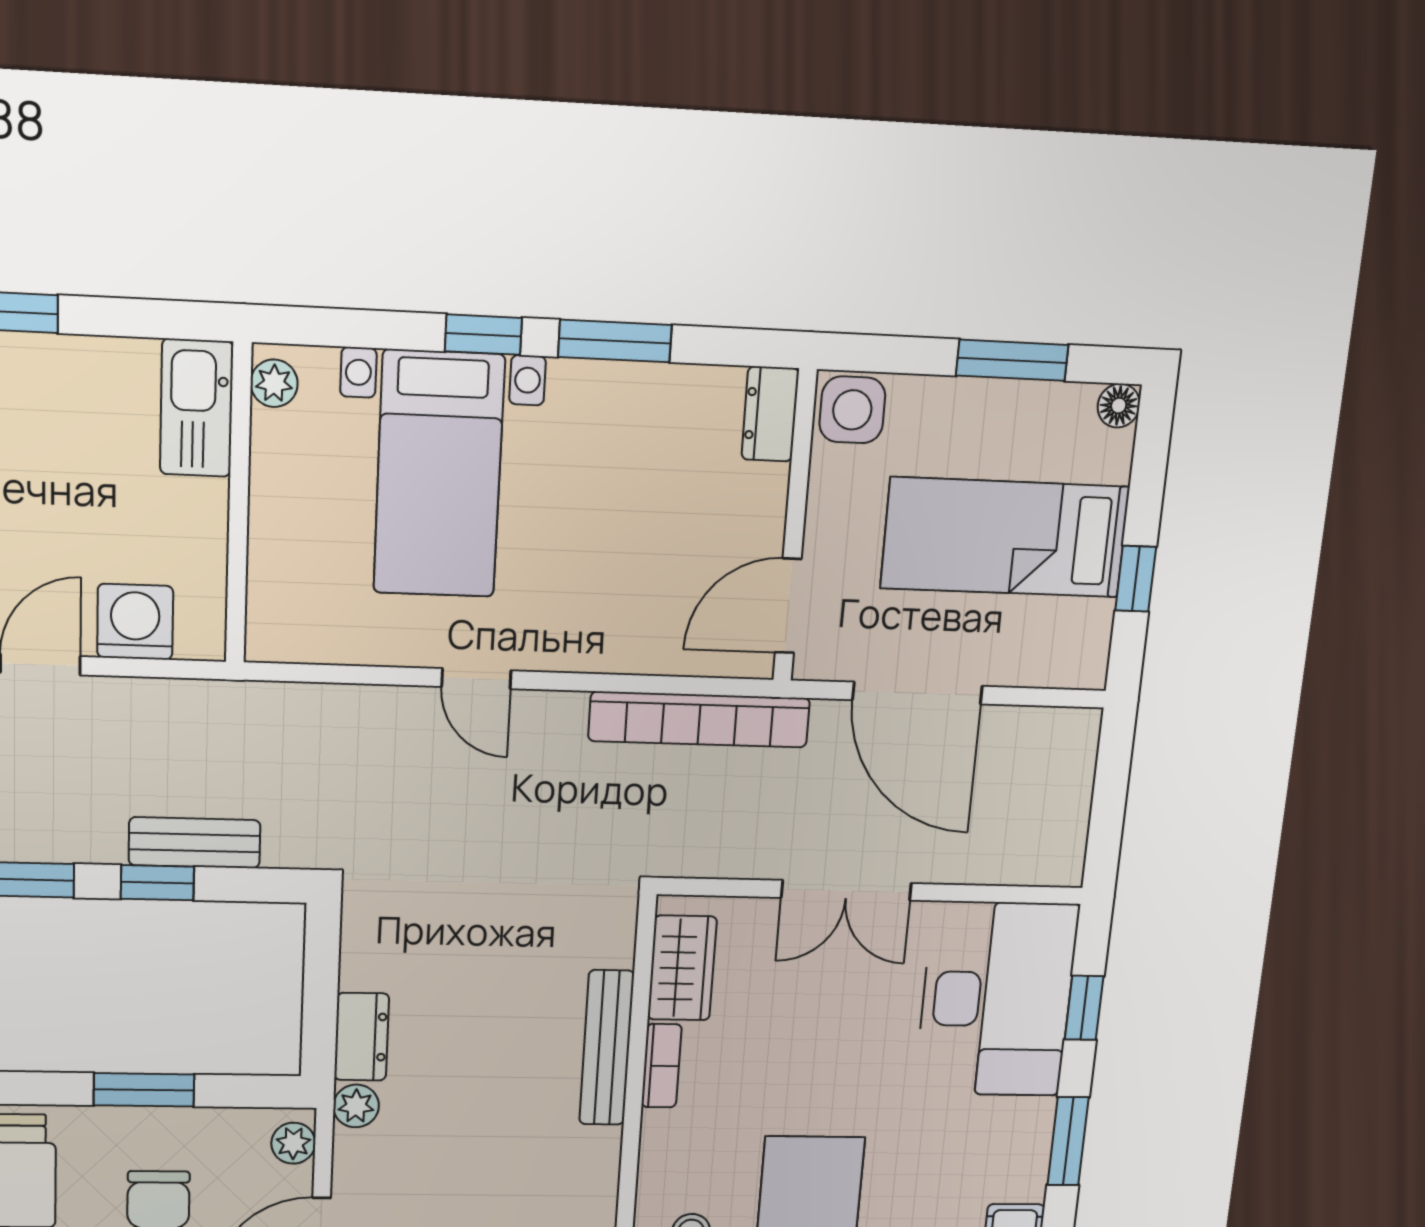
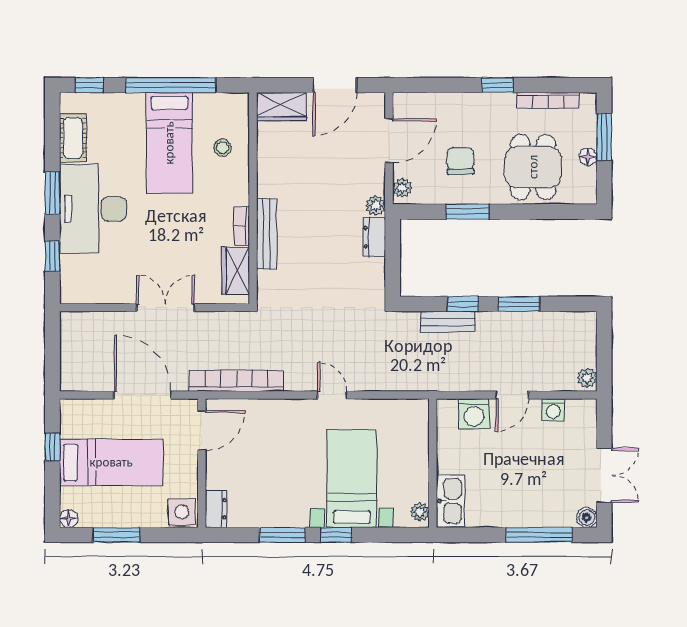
desk: (996, 999) -> (93, 209), moved

